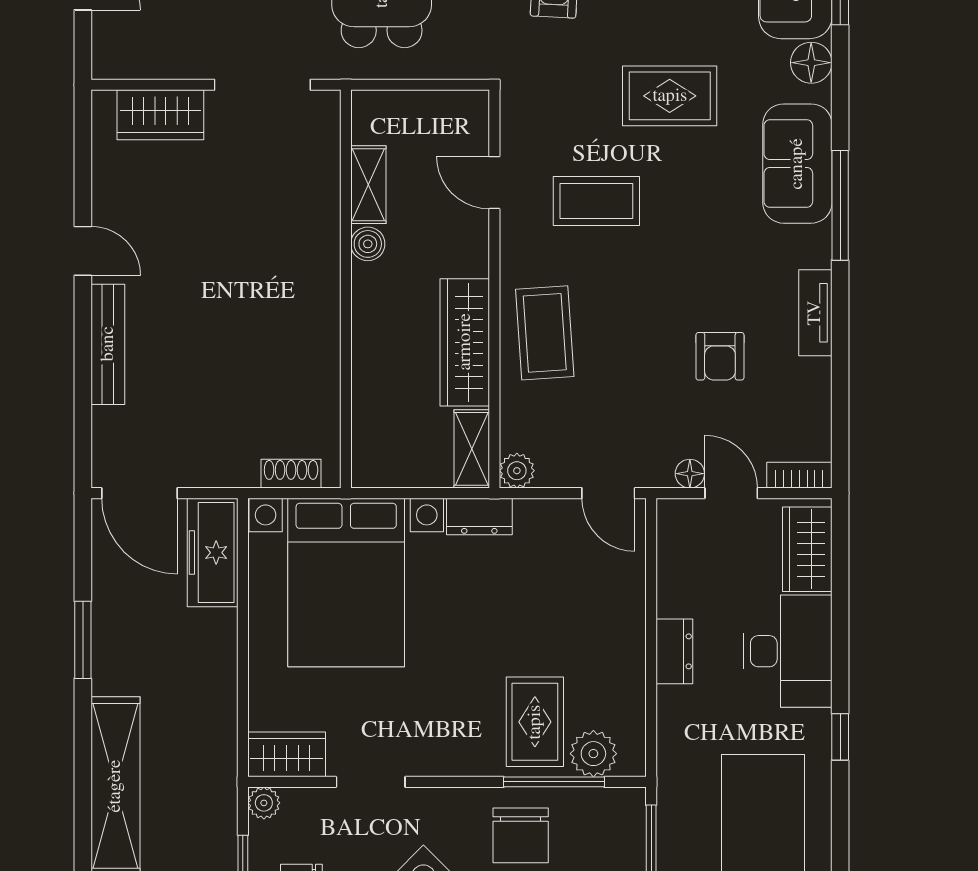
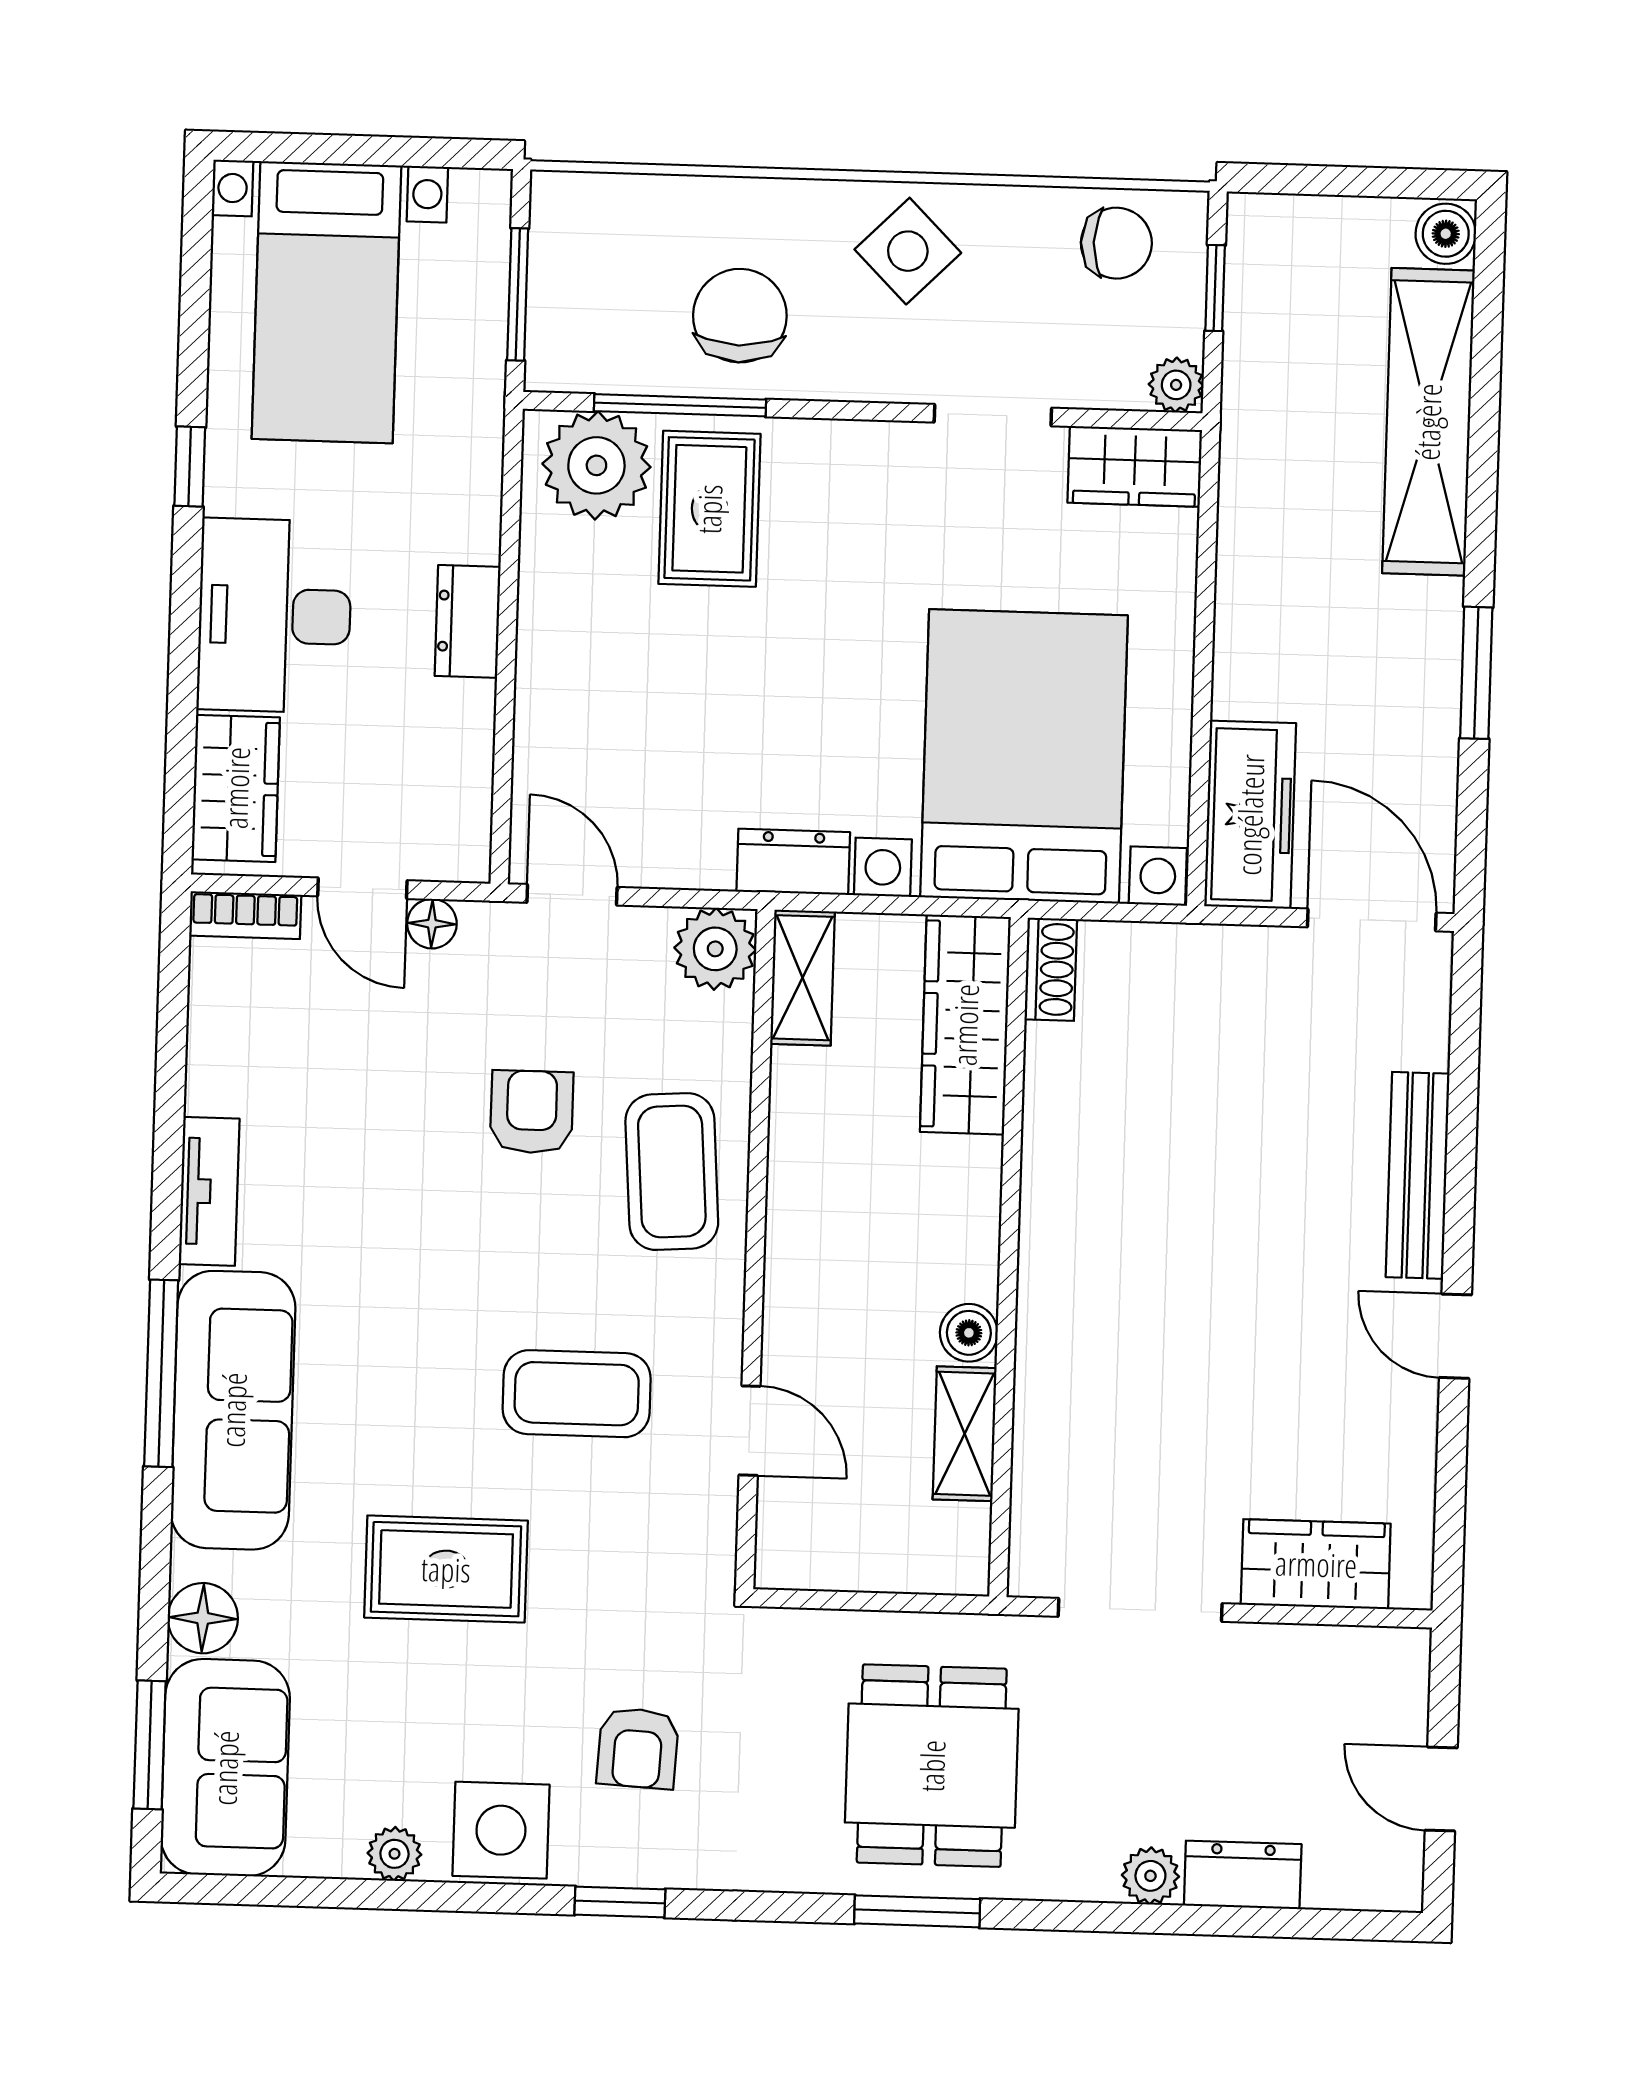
sofa: (797, 164) -> (233, 1410), width x1.36
wardrobe: (465, 342) -> (965, 1025), moved, turned 180
armchair: (720, 356) -> (532, 1112), moved
plant: (517, 471) -> (715, 949), width x1.38, depth x1.38
shoe rack: (291, 474) -> (1051, 969), moved, turned -90
plant: (593, 754) -> (596, 465), width x1.36, depth x1.36

